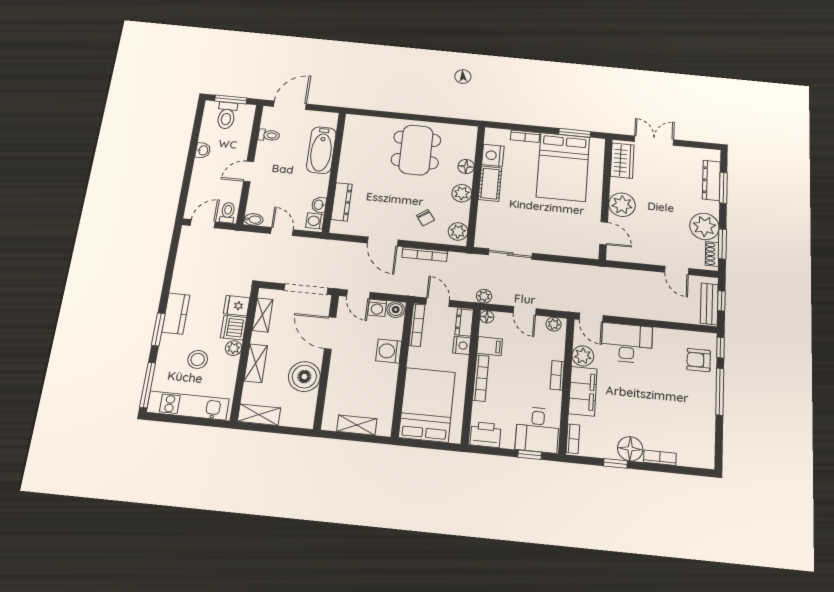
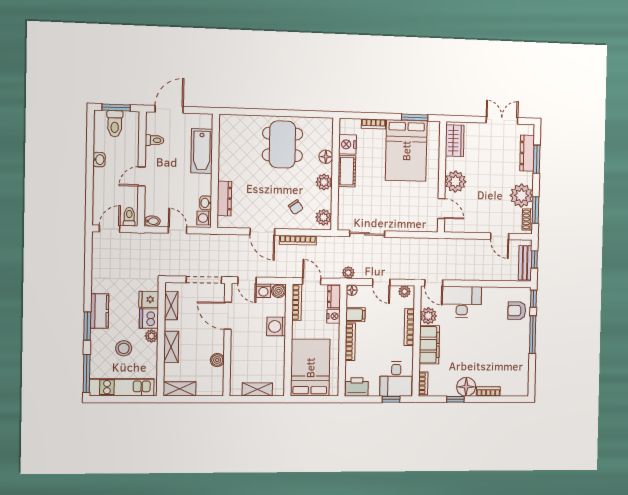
double door: (654, 141) -> (502, 120), moved
bookcase: (557, 375) -> (409, 327), width x1.56
boiler: (304, 377) -> (217, 360), width x0.54, depth x0.54

